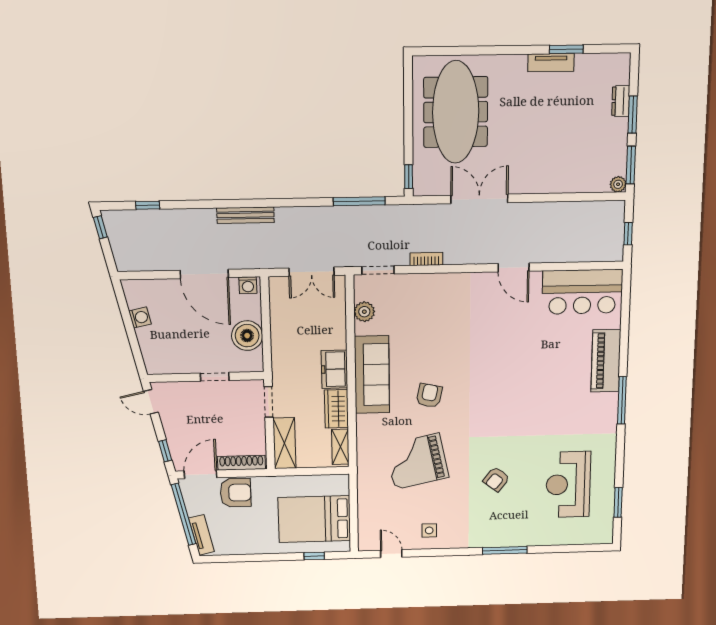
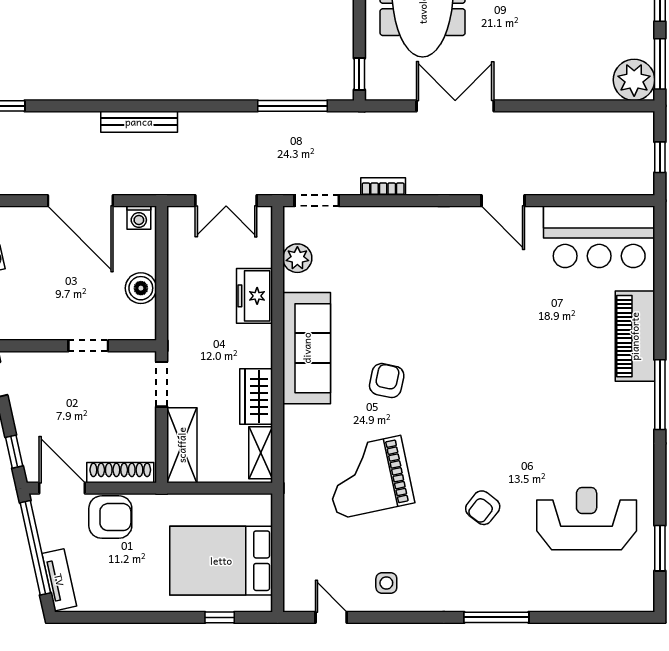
plant: (618, 184) -> (634, 80), width x1.88, depth x1.88
boiler: (247, 336) -> (141, 288), width x0.73, depth x0.73
freezer: (334, 369) -> (255, 296), moved
door: (201, 474) -> (62, 488), hinge flipped
reception desk: (568, 485) -> (587, 519), turned 90

